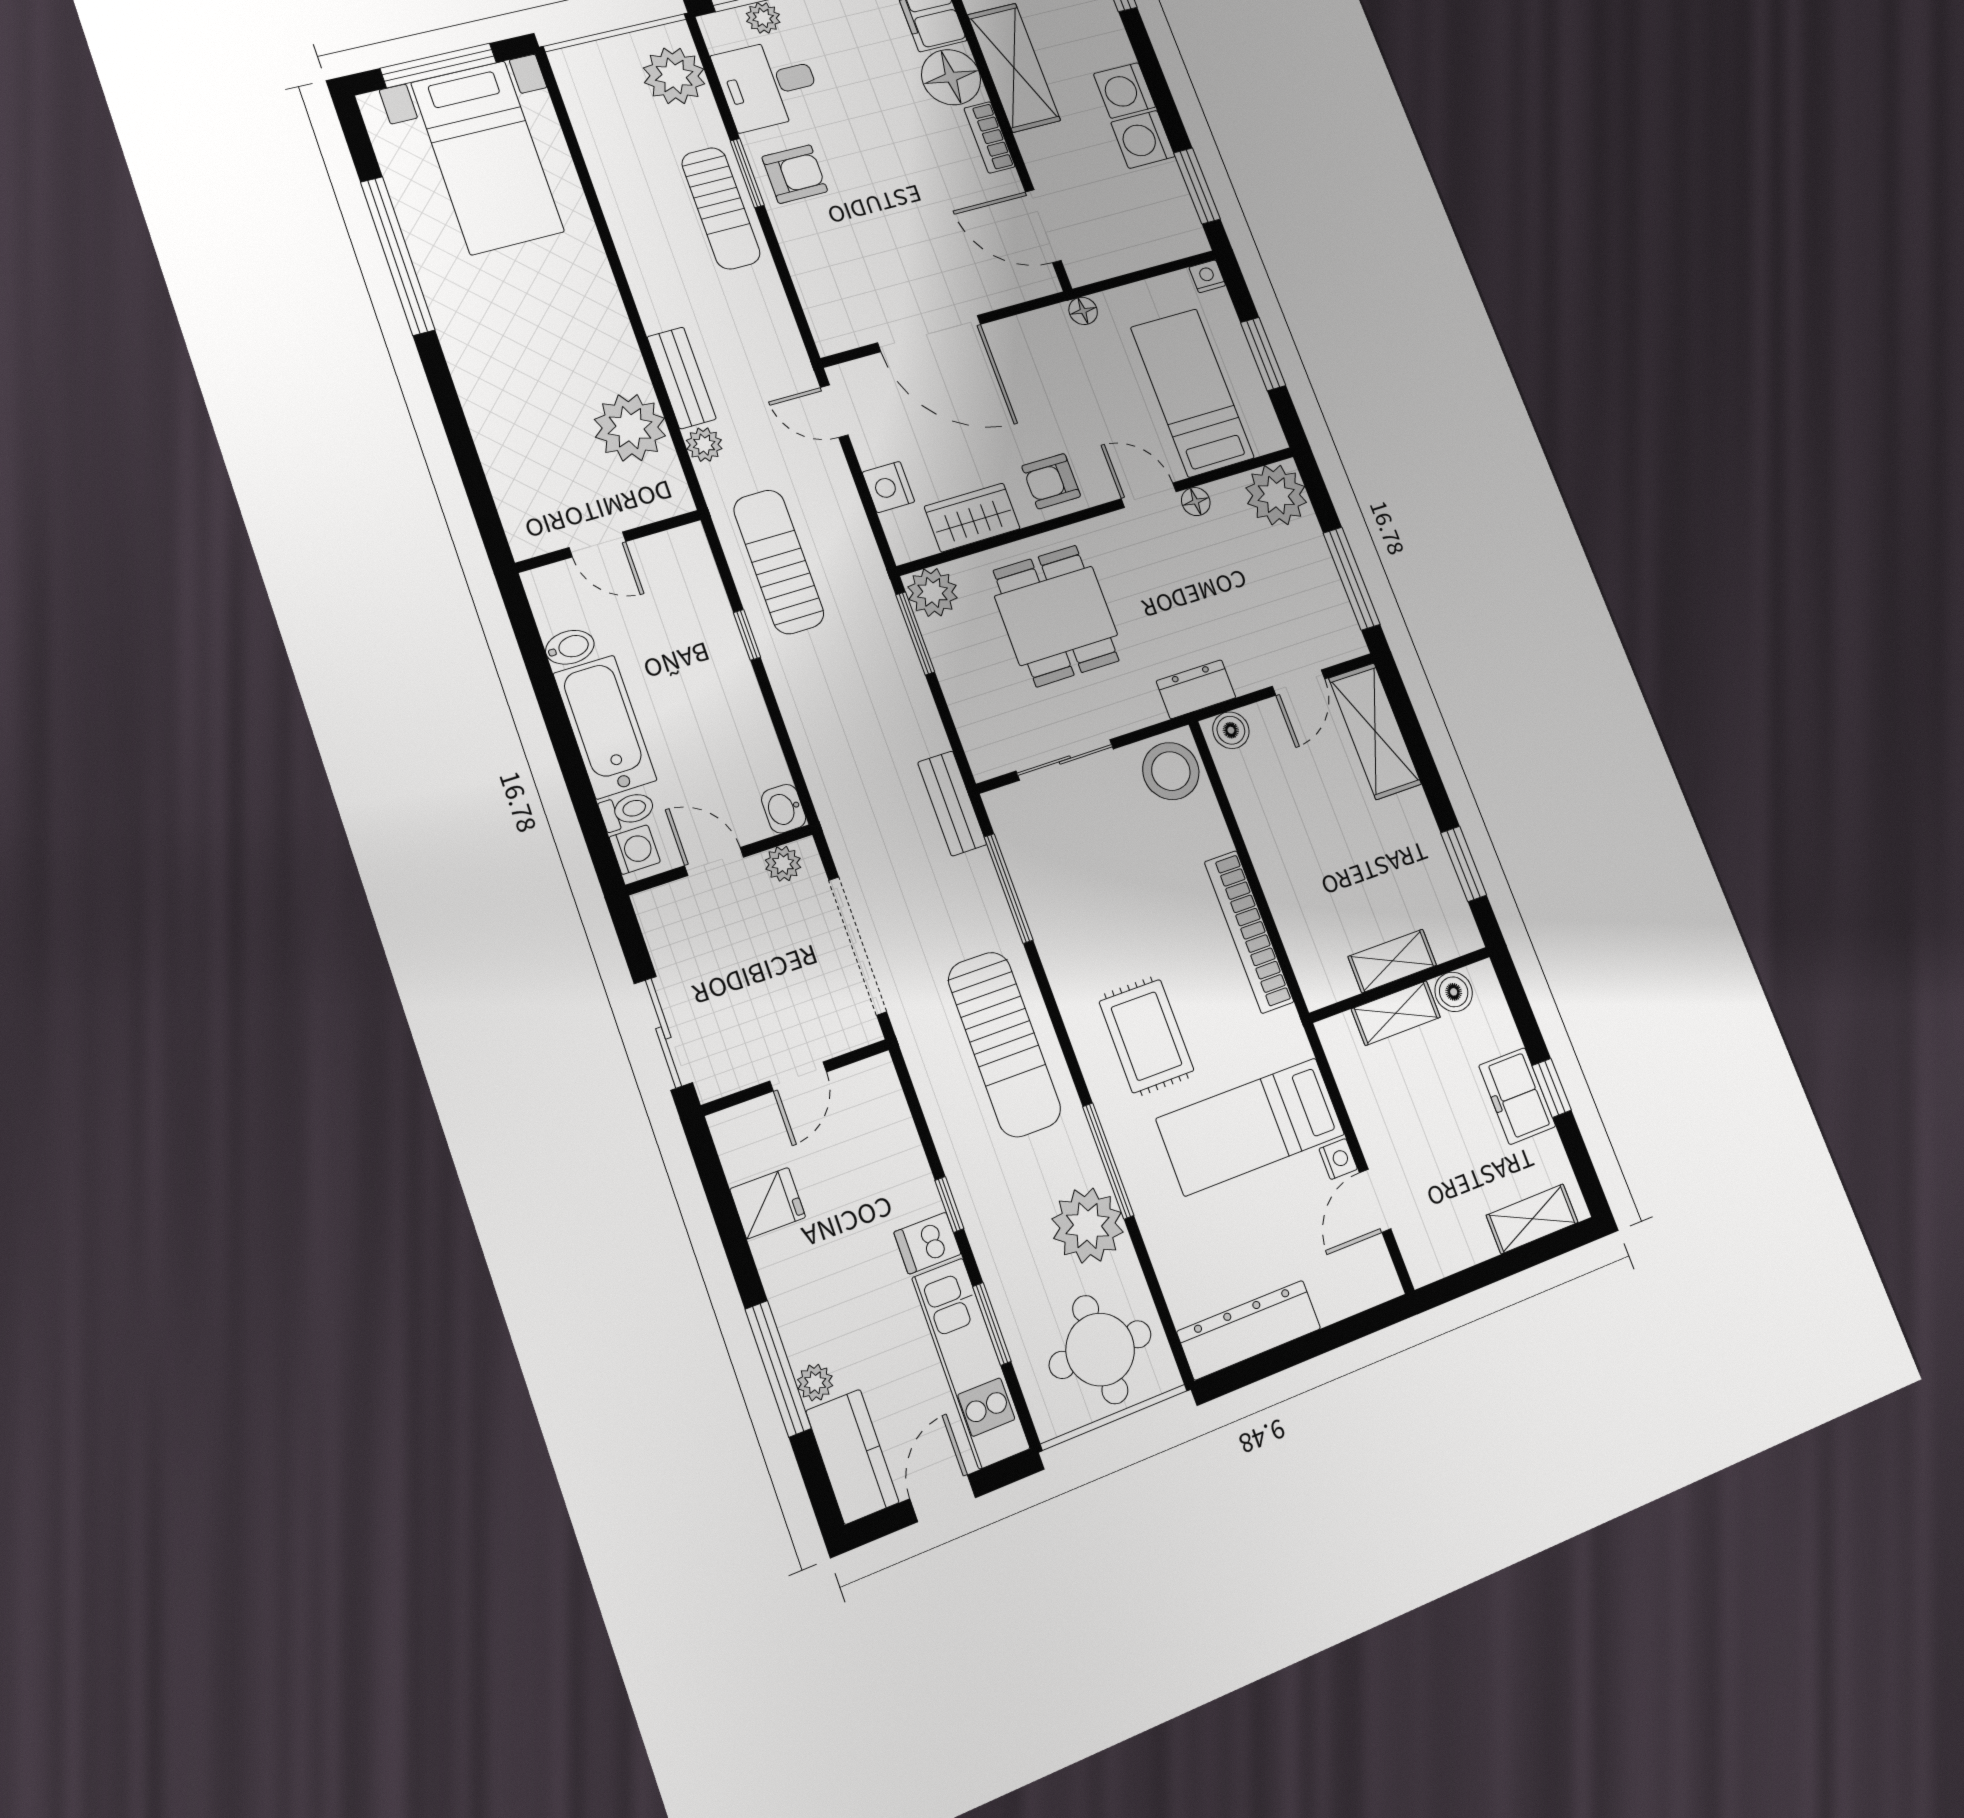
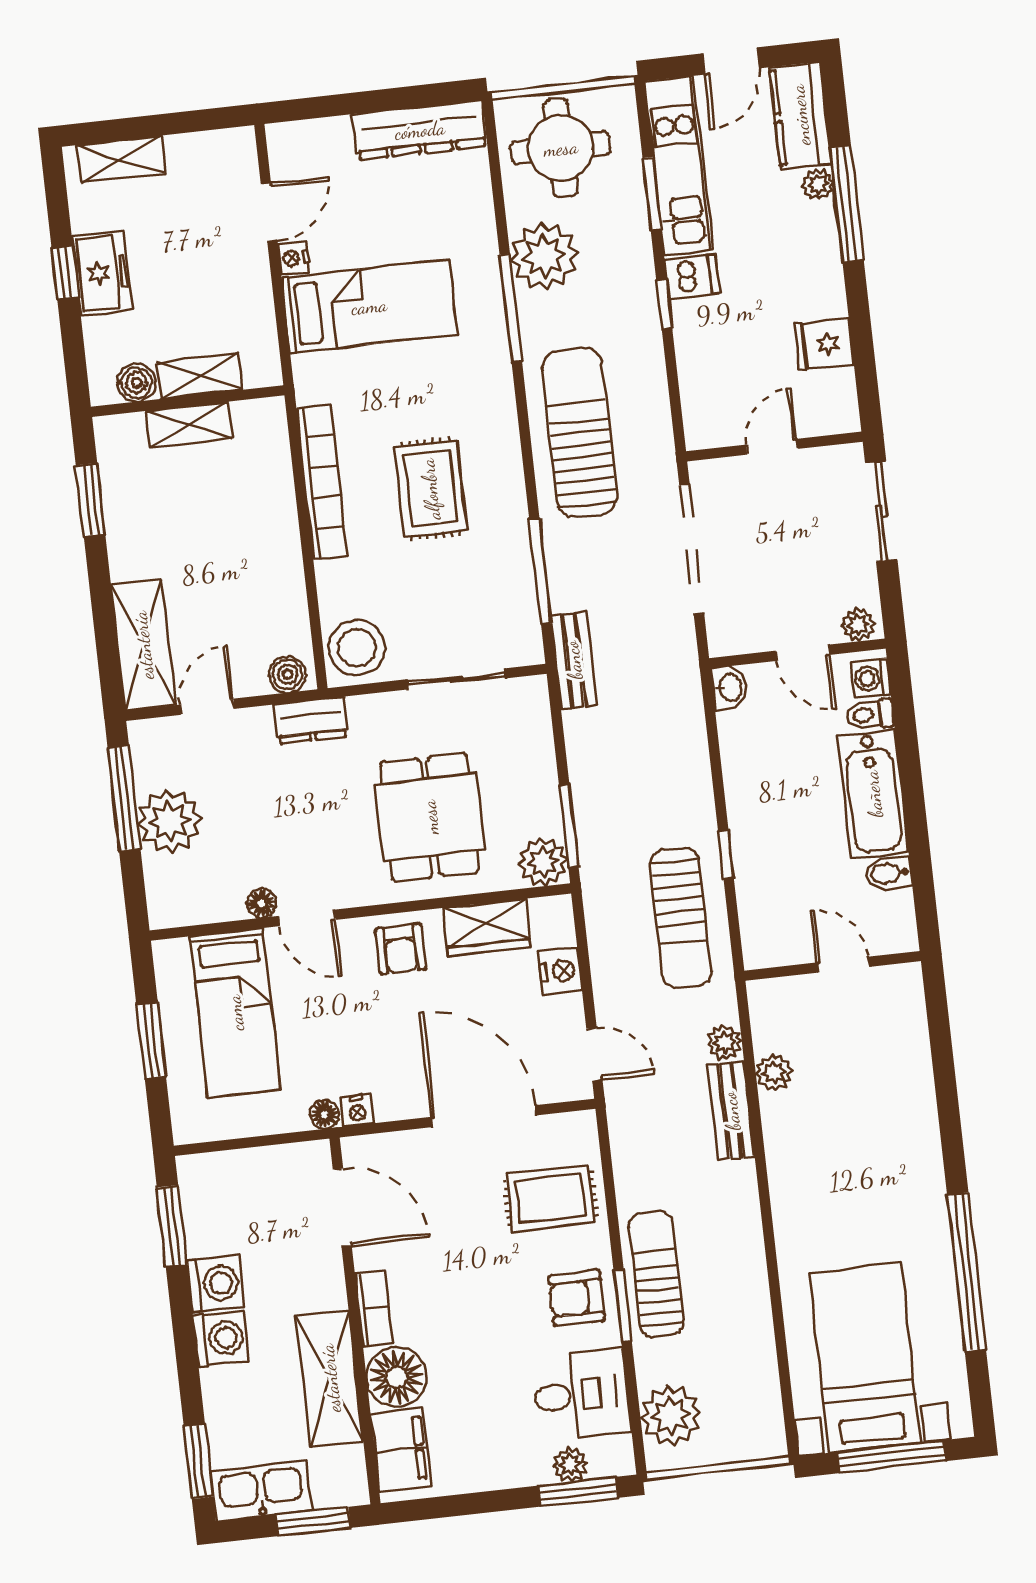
rug: (844, 265) -> (550, 1199), added
nightstand: (1207, 276) -> (357, 1111), moved
plant: (630, 428) -> (774, 1073), width x0.53, depth x0.53
armchair: (1051, 481) -> (401, 949), turned 90
plant: (1276, 495) -> (169, 821), moved
plant: (783, 864) -> (858, 625), moved
rug: (1147, 1036) -> (430, 489), moved

